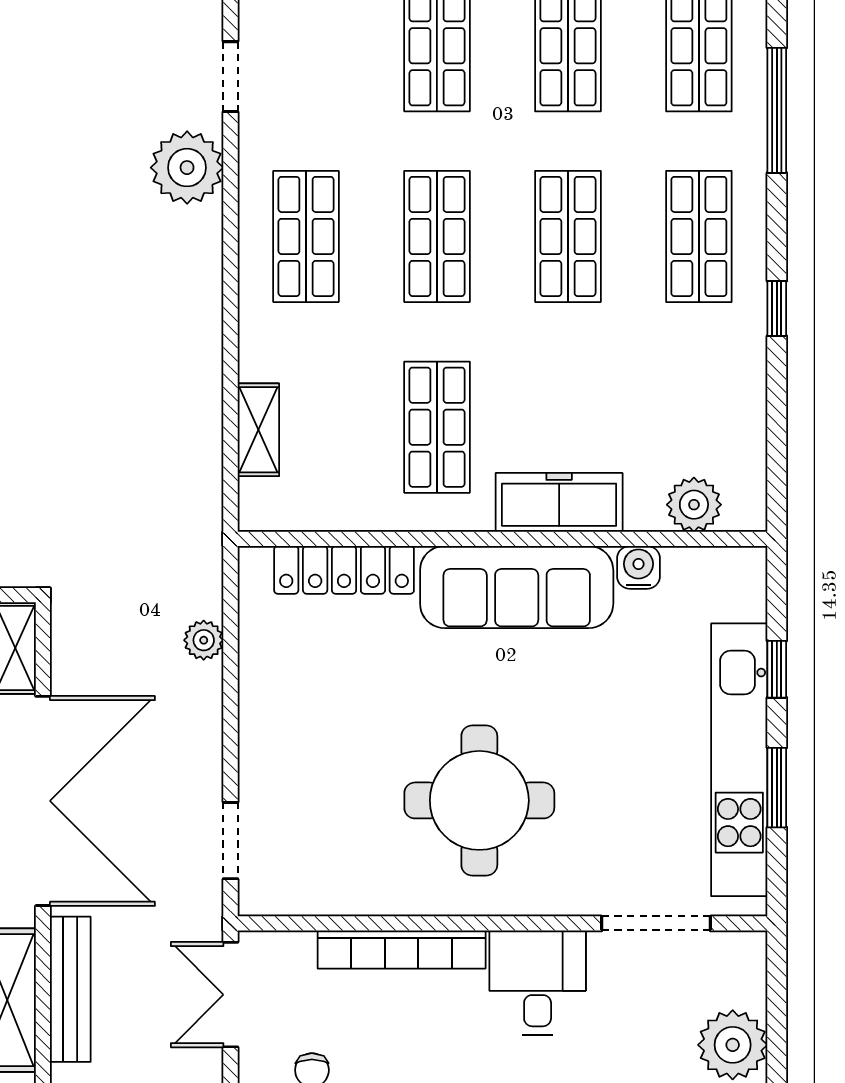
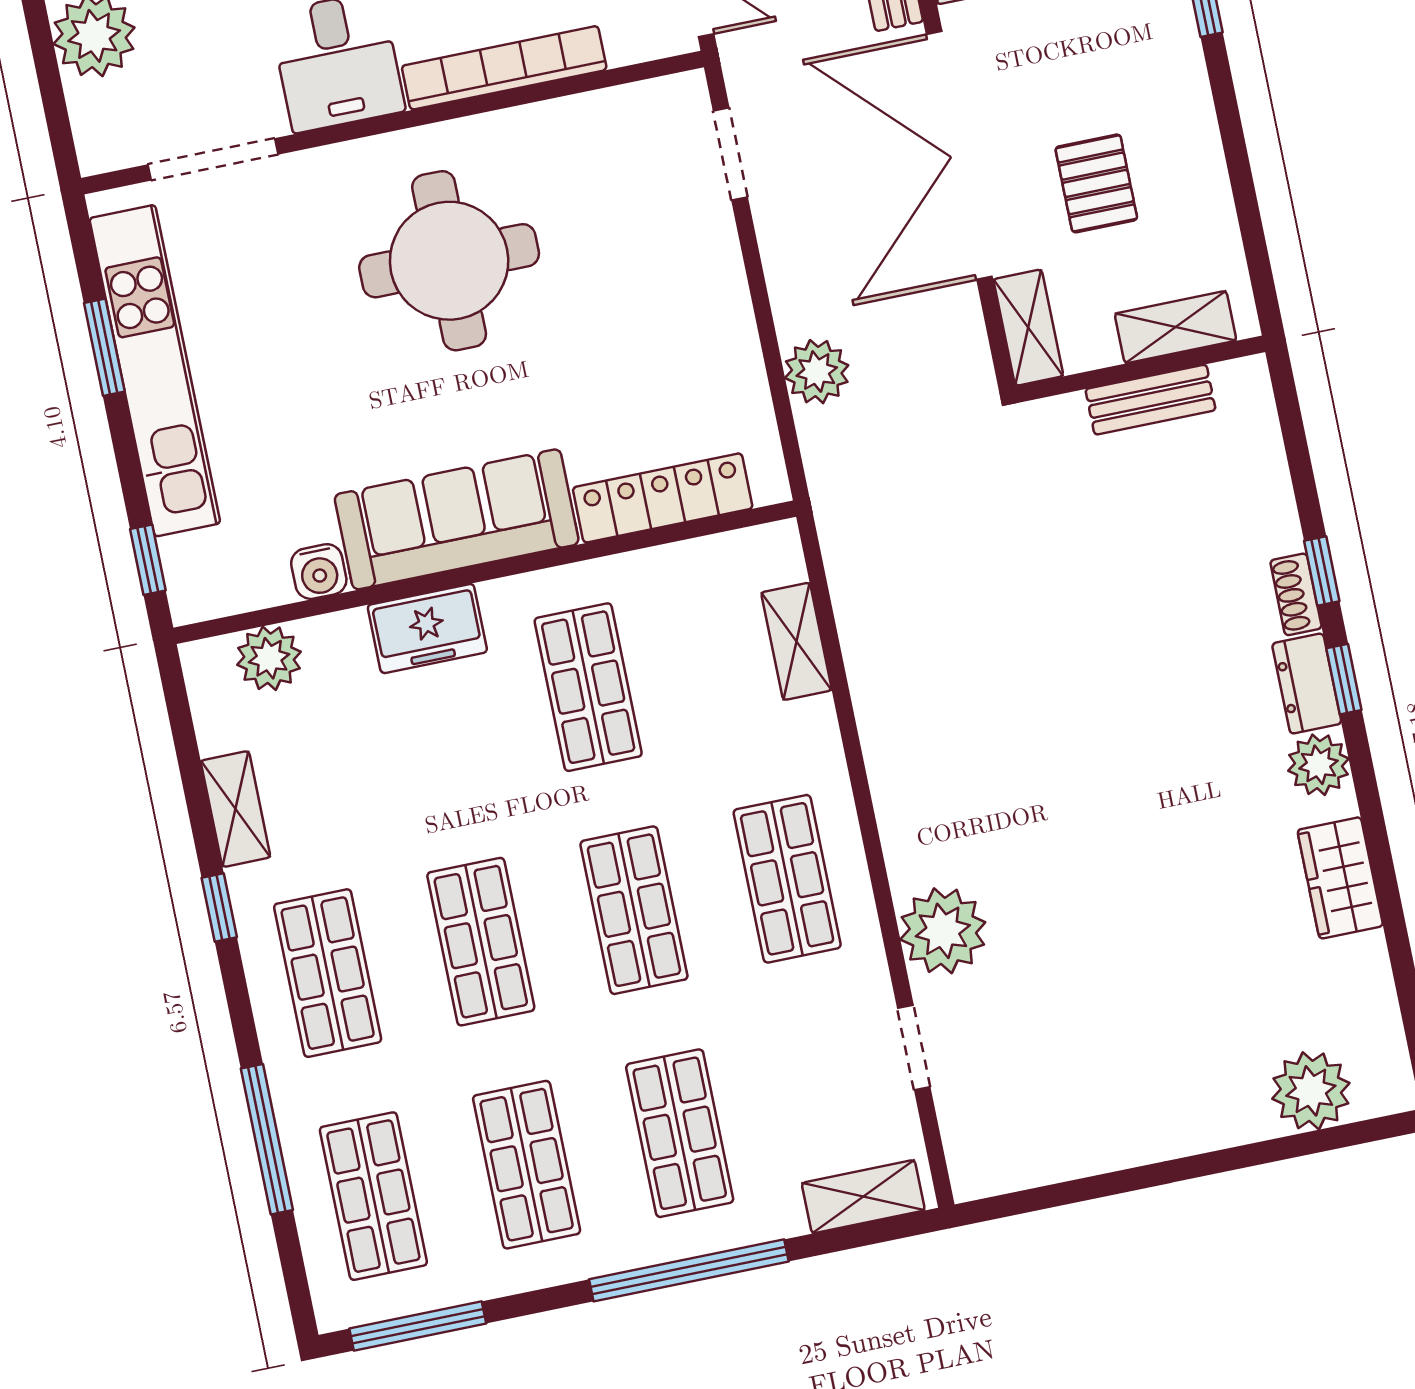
shelving: (747, 387) -> (236, 809), added
freezer: (559, 502) -> (427, 629), width x0.71
plant: (204, 640) -> (817, 372), width x1.38, depth x1.38
window: (777, 669) -> (148, 560), moved

